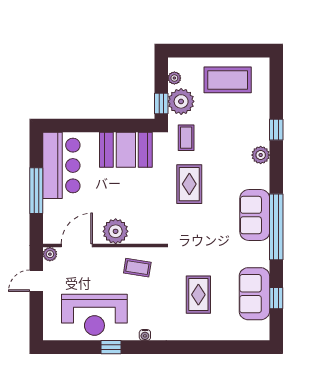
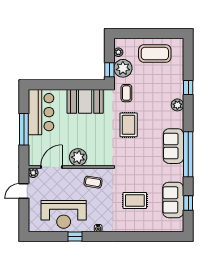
rug: (198, 295) -> (135, 201), turned 90

